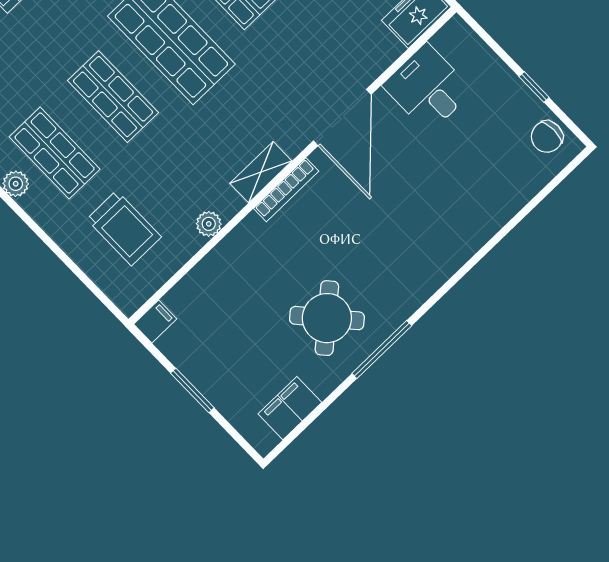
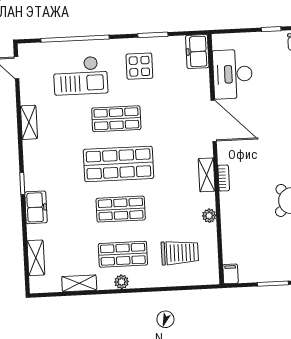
desk: (428, 88) -> (233, 74), width x1.37
bookcase: (286, 190) -> (224, 178), width x0.64

